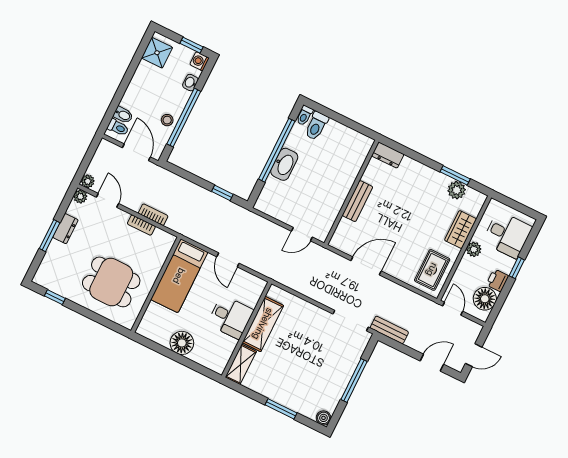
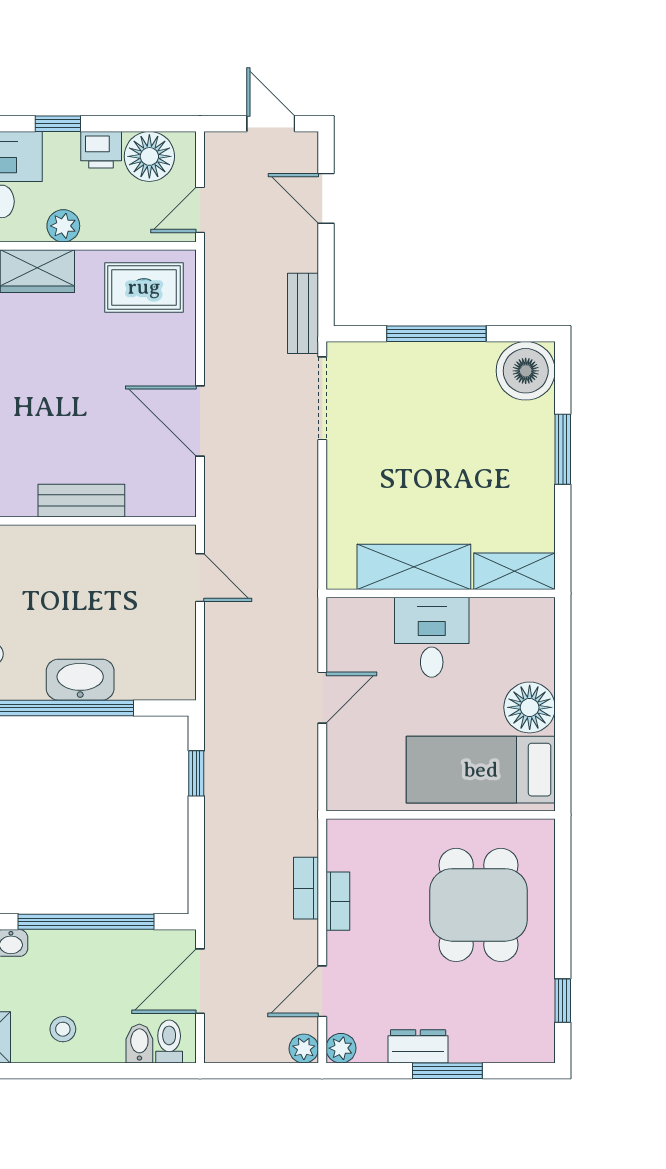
stool: (167, 120) -> (63, 1029), moved
bed: (179, 276) -> (481, 770), moved, turned 180
boiler: (323, 418) -> (526, 371), width x1.86, depth x1.86

